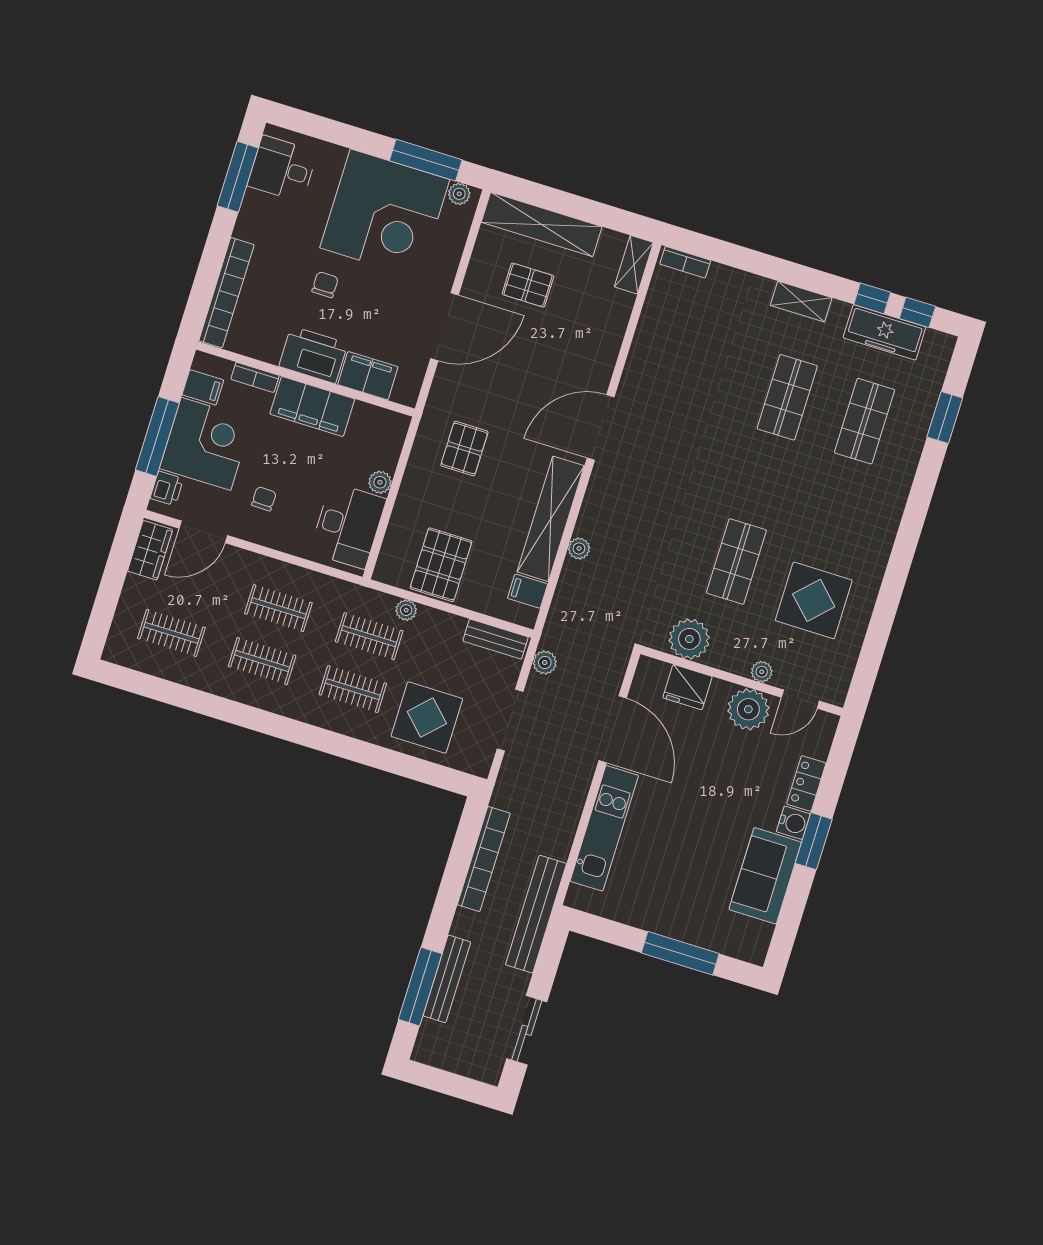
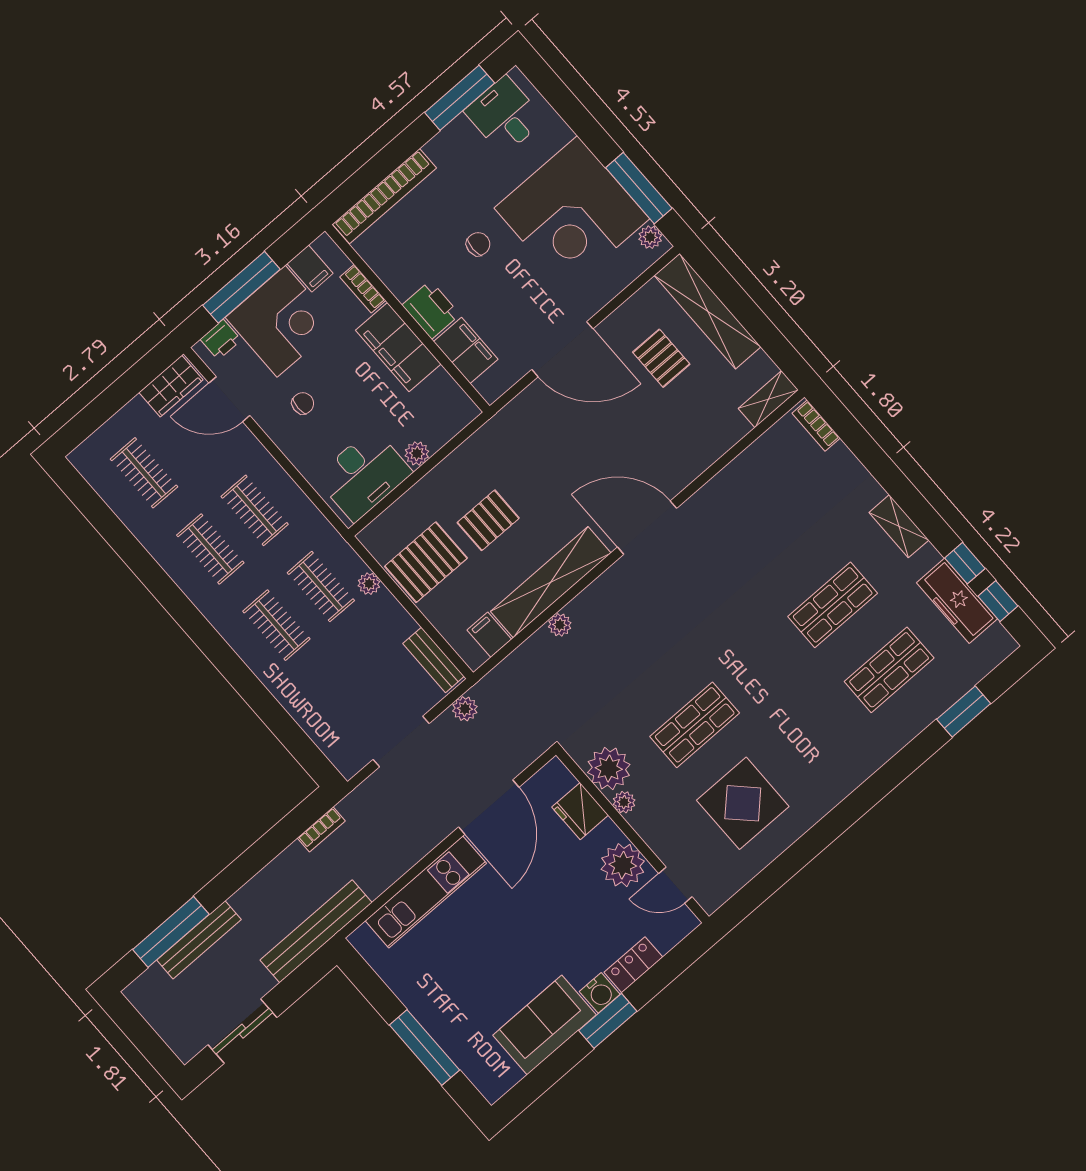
printer: (313, 355) -> (431, 310), width x0.73, depth x0.84
pallet: (464, 448) -> (488, 520), moved
plant: (762, 672) -> (624, 802), moved
display table: (427, 717) -> (328, 692), removed
bookcase: (484, 859) -> (321, 829), width x0.43, depth x0.76

